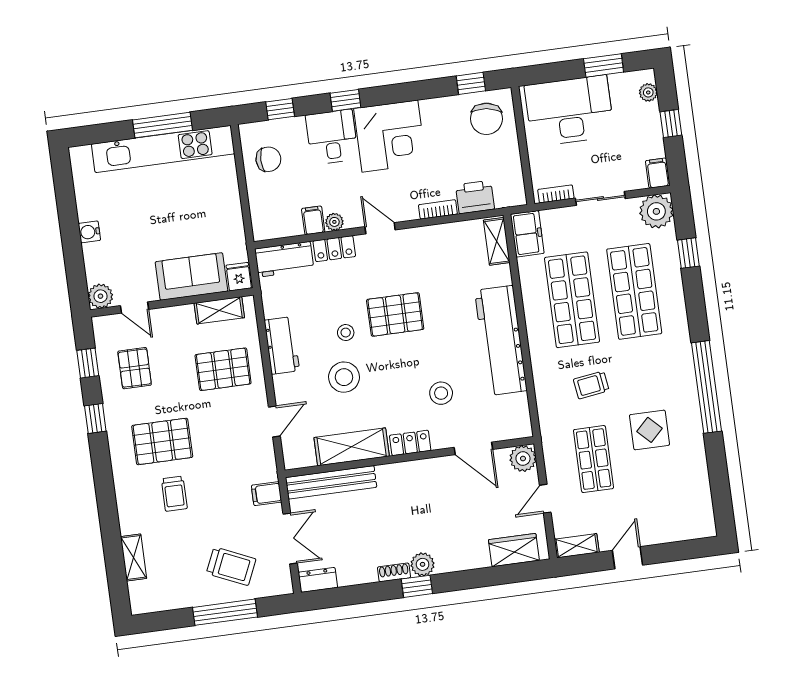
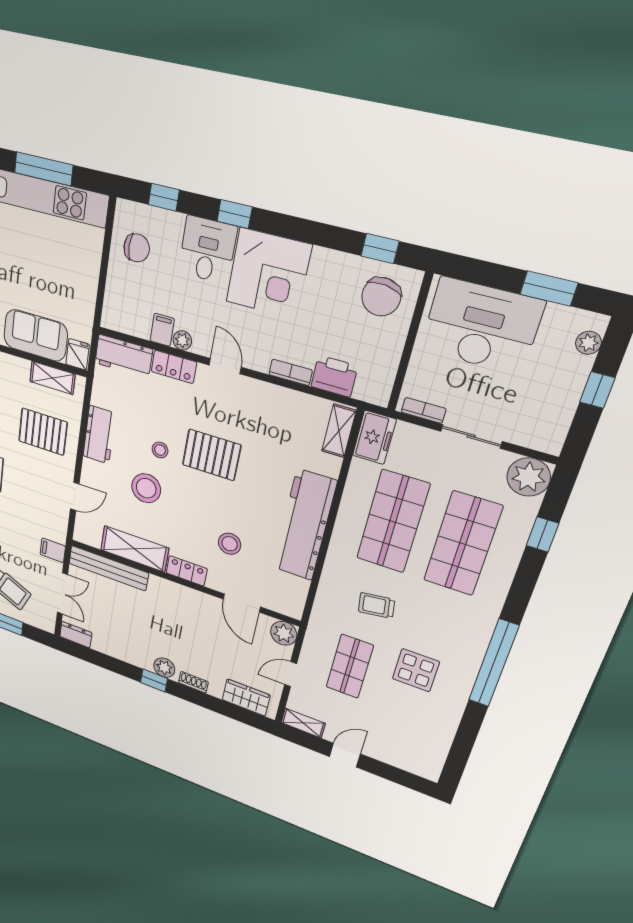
filing cabinet: (658, 173) -> (552, 438), removed
shoe rack: (394, 572) -> (193, 682), moved

